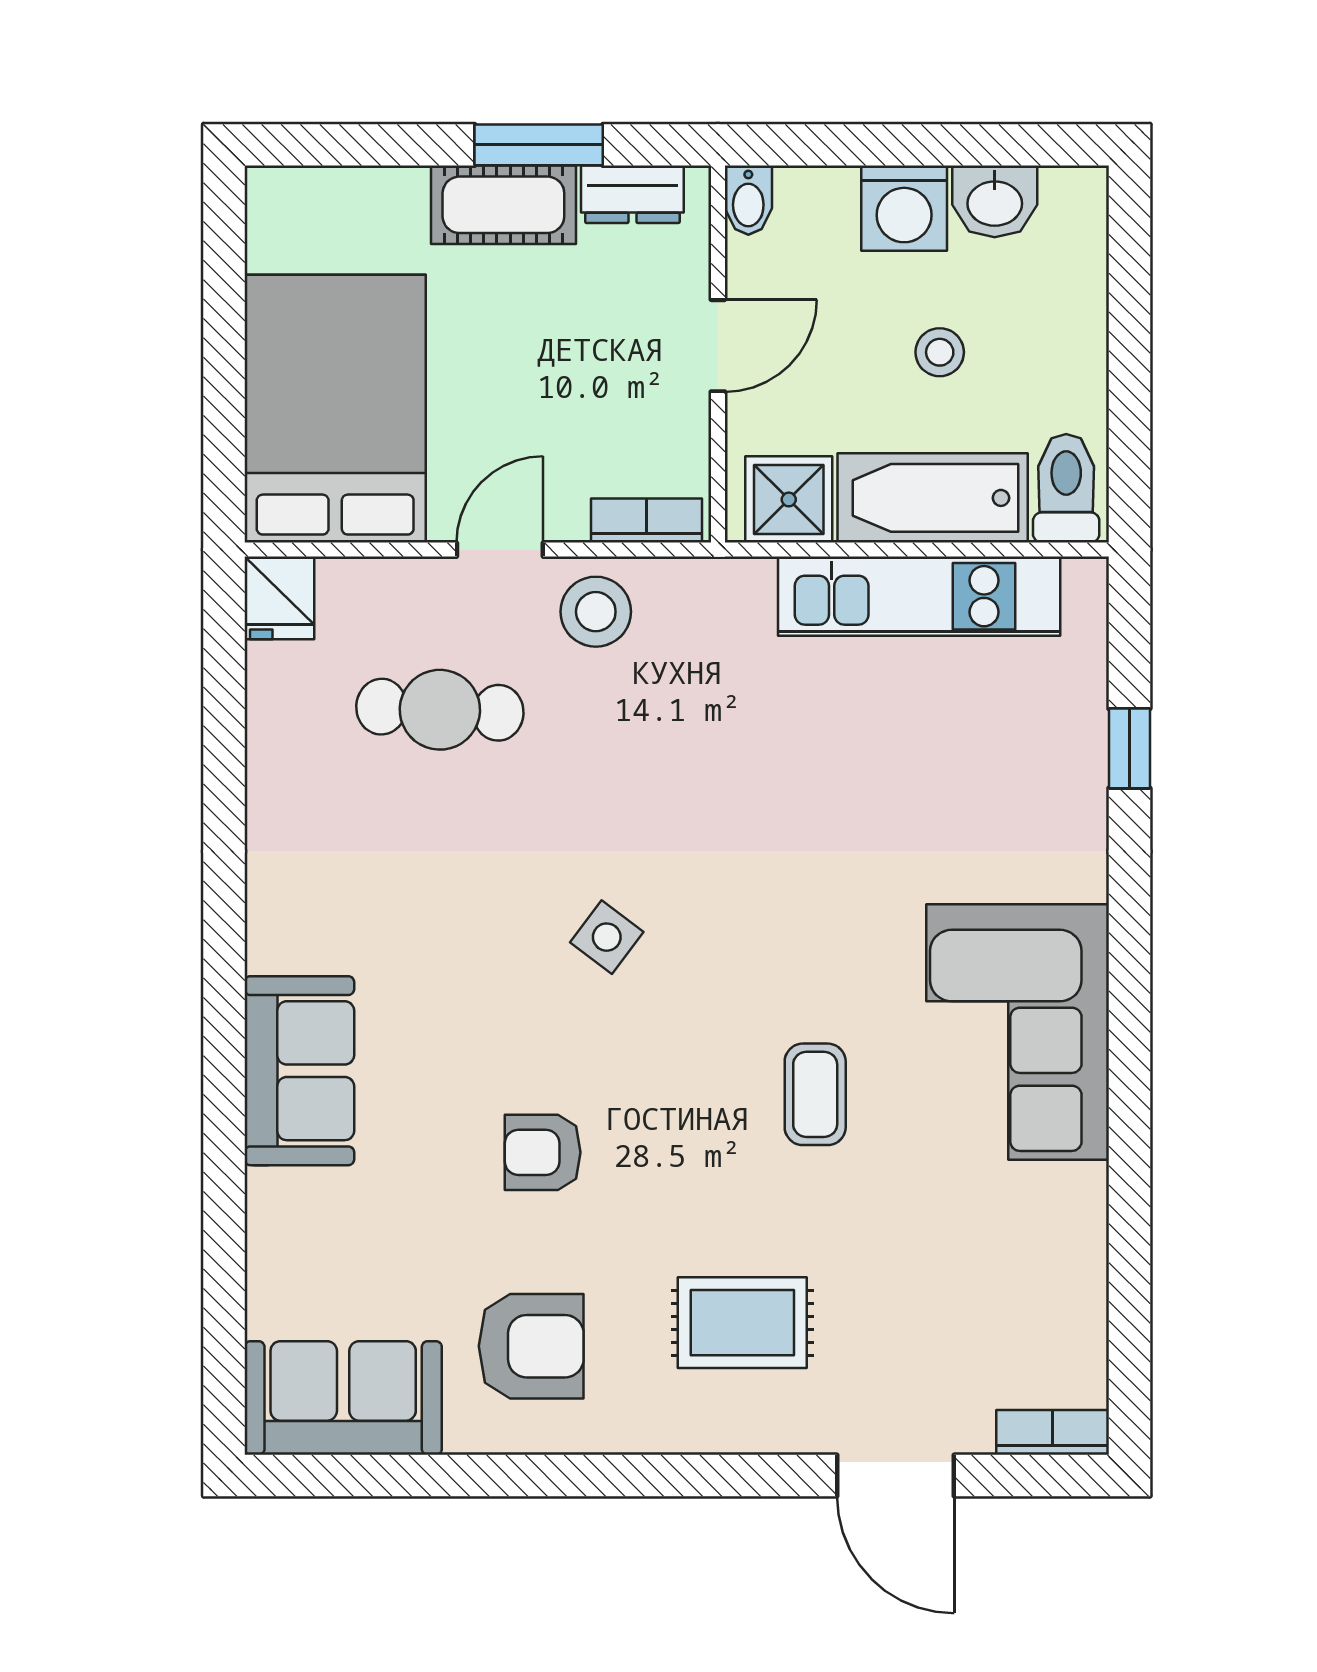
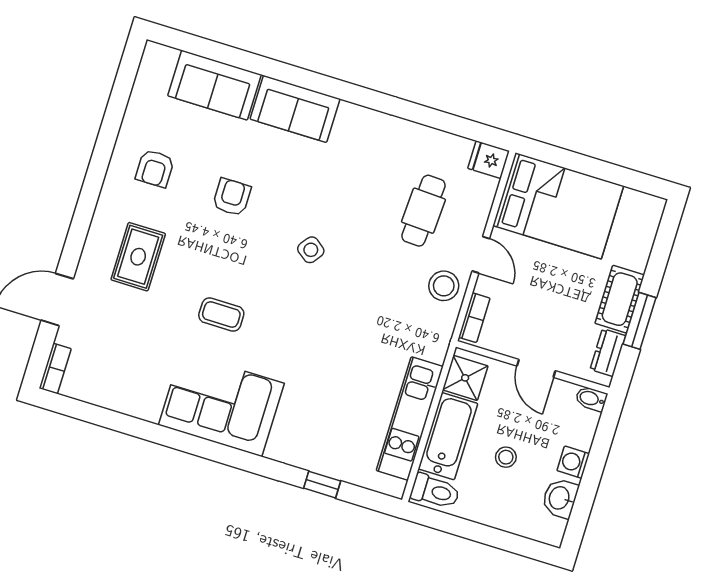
washing machine: (904, 208) -> (573, 462), width x0.73, depth x0.73
armchair: (531, 1346) -> (155, 168), width x0.72, depth x0.72
sofa: (343, 1398) -> (214, 85), moved, turned 90

